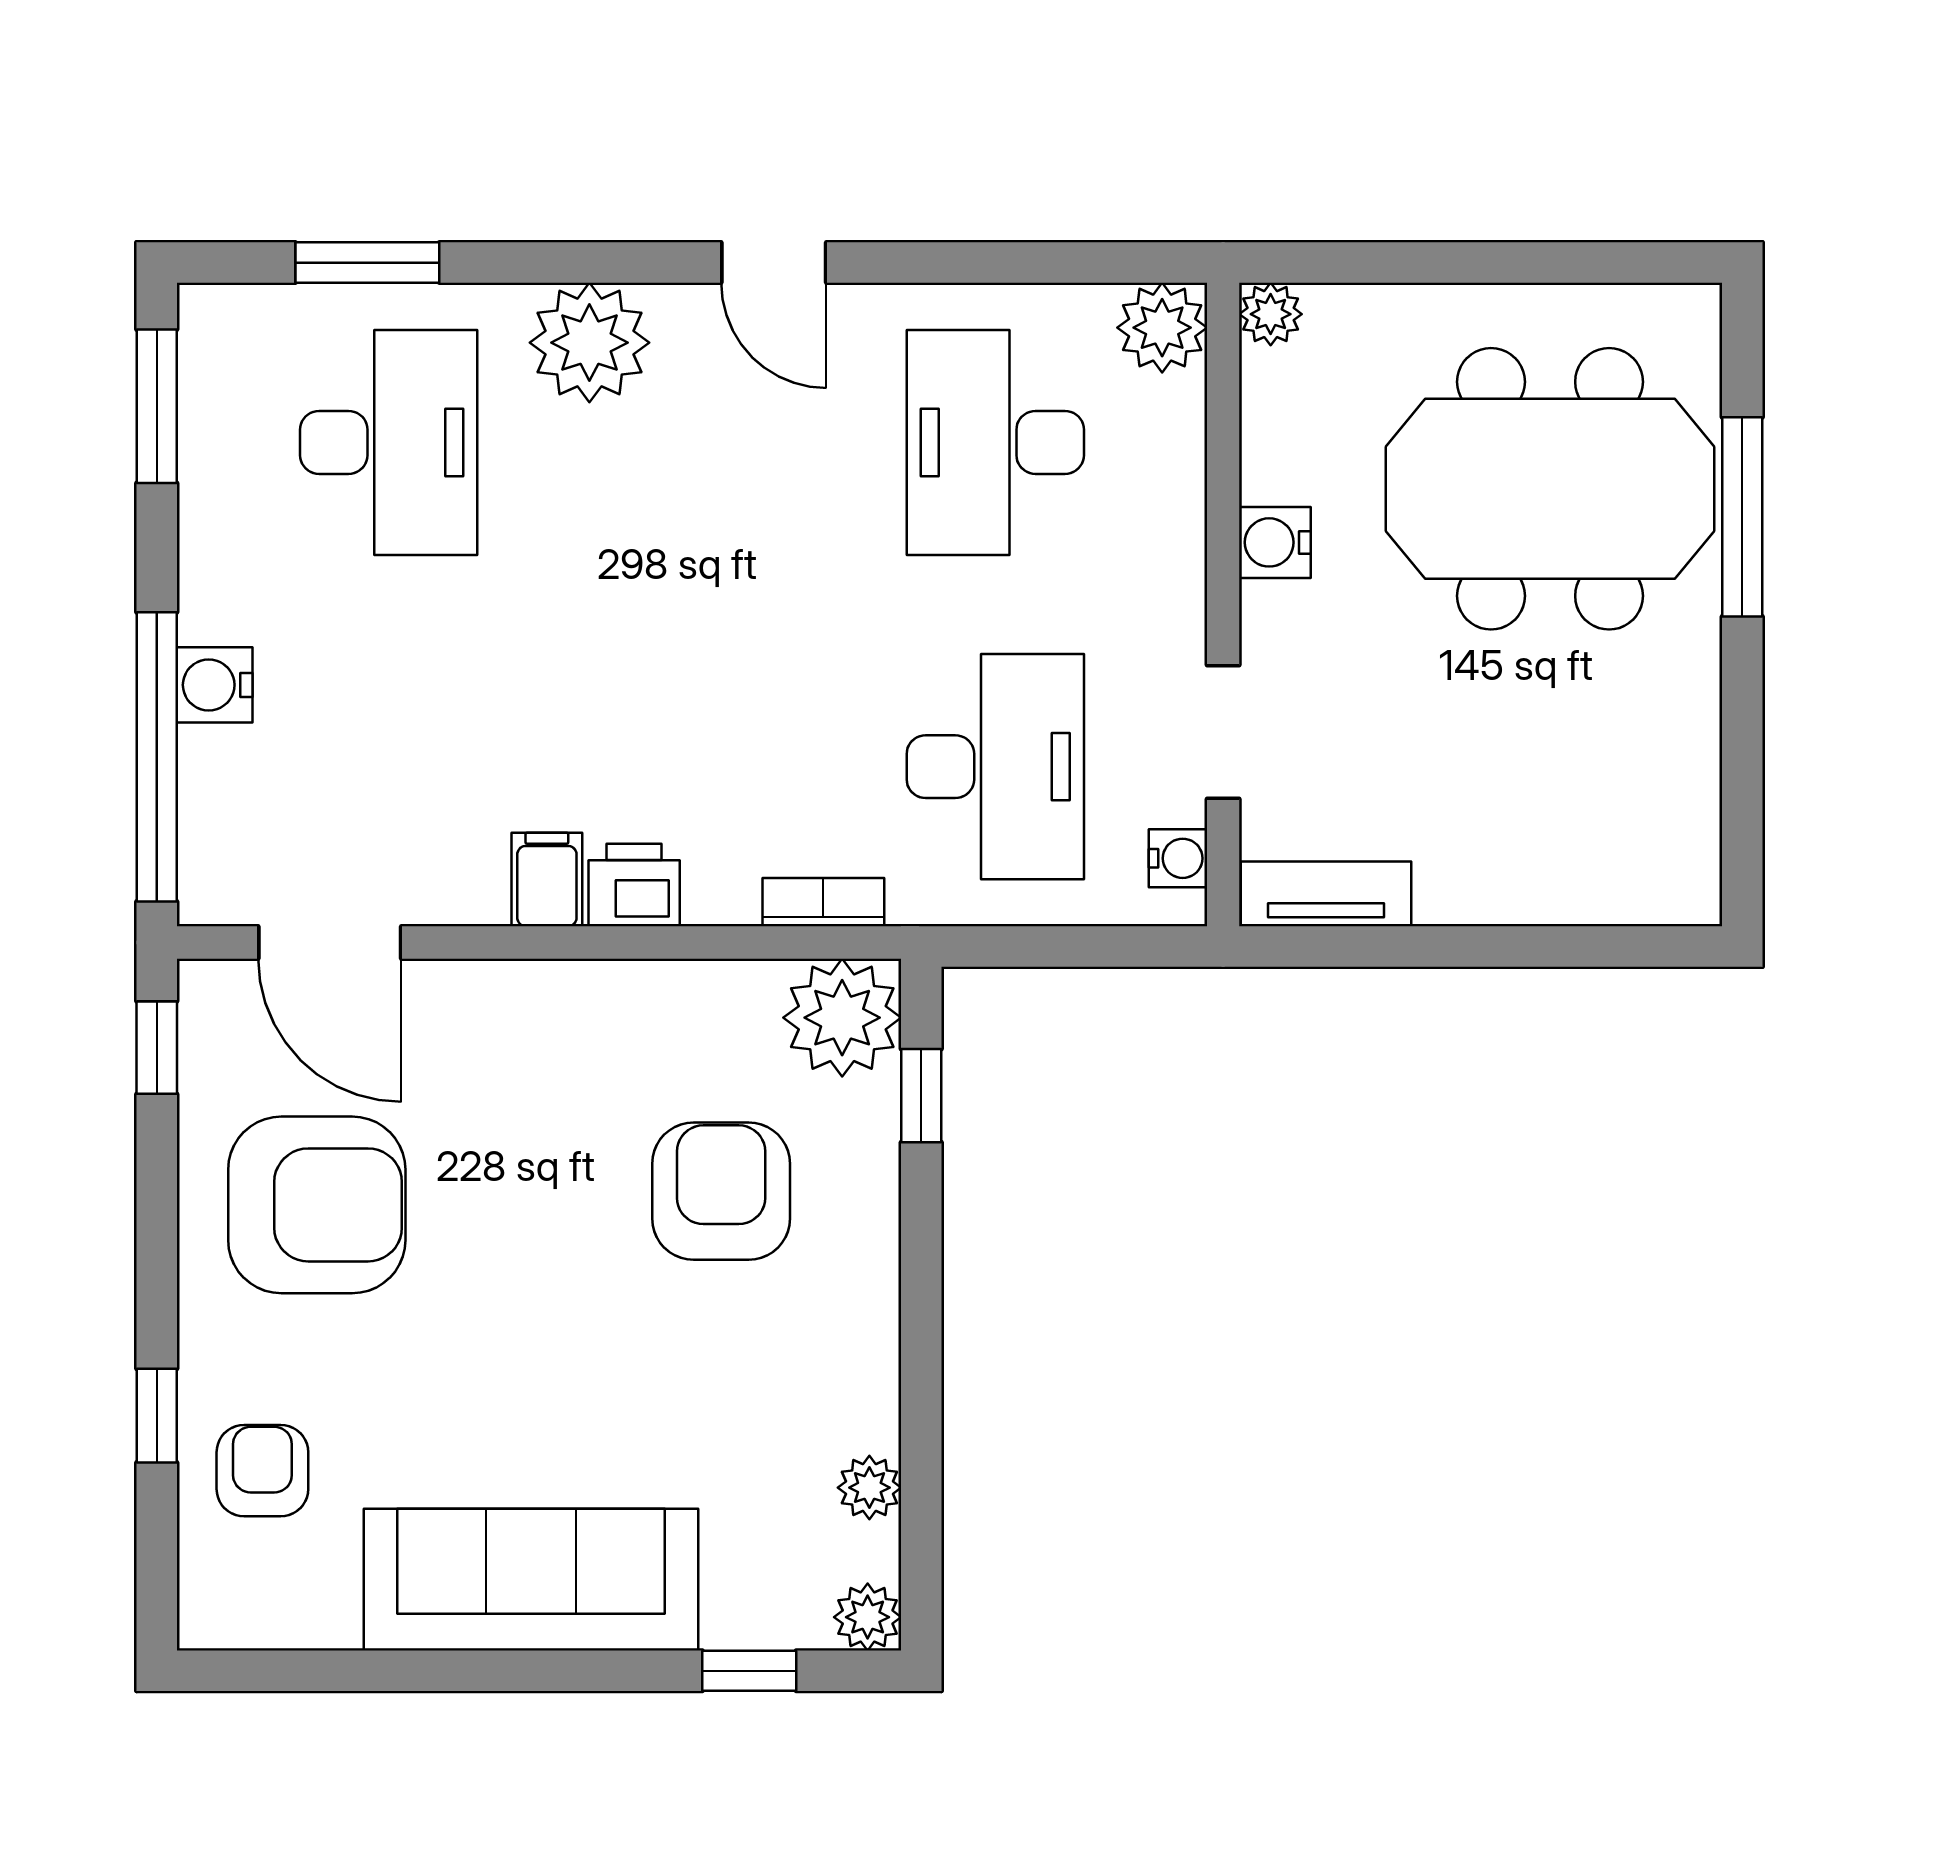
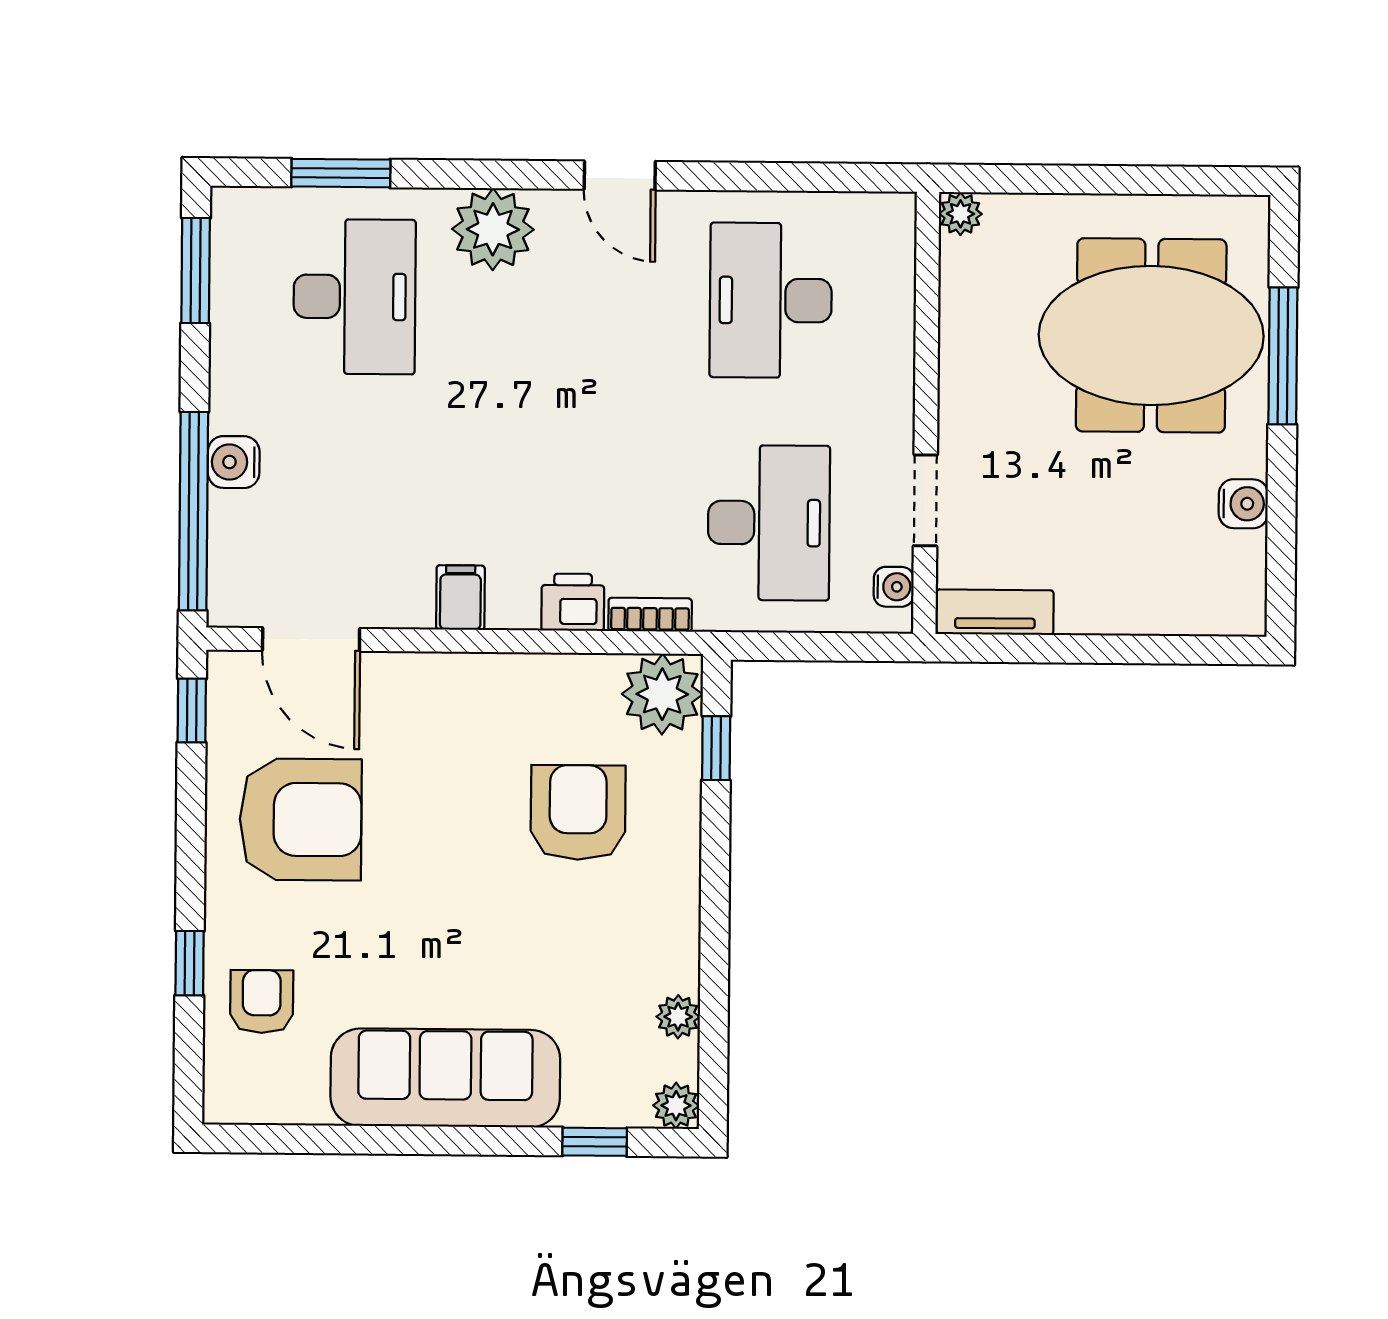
plant: (1162, 328) -> (886, 222), removed
water cooler: (1275, 542) -> (1243, 504), moved, turned 180
printer: (634, 885) -> (573, 602), moved

